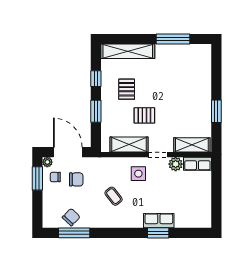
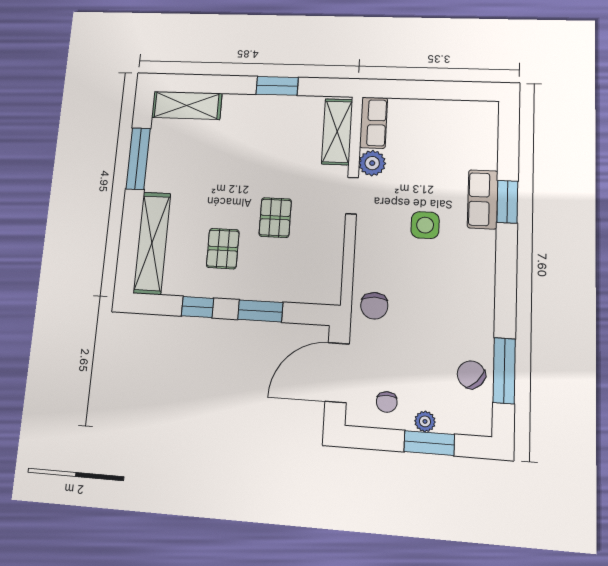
pallet: (127, 89) -> (223, 249), turned 90
shelving: (129, 145) -> (187, 105), moved, turned 90
plant: (47, 162) -> (425, 421), moved
side table: (138, 174) -> (425, 225), moved
window: (37, 178) -> (429, 443), moved
chair: (76, 179) -> (374, 306), moved, turned 180
coffee table: (114, 196) -> (431, 286), removed

